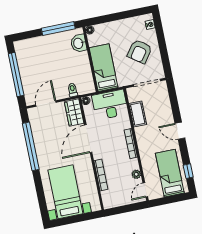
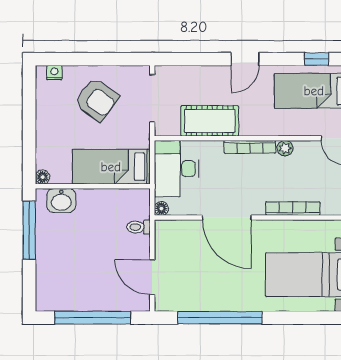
wardrobe: (74, 112) -> (177, 232), removed
cot: (138, 114) -> (210, 121), width x1.37, depth x1.34
plant: (136, 174) -> (285, 148), moved

